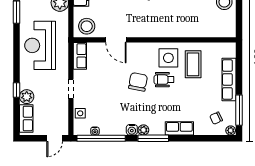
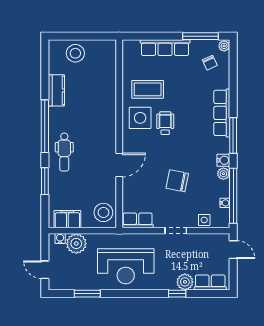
door: (116, 40) -> (119, 165), moved
wheelchair: (164, 80) -> (165, 123), turned 180
chair: (138, 82) -> (177, 181), moved
row of seats: (179, 128) -> (222, 113), width x1.48
plant: (143, 130) -> (223, 174), moved

